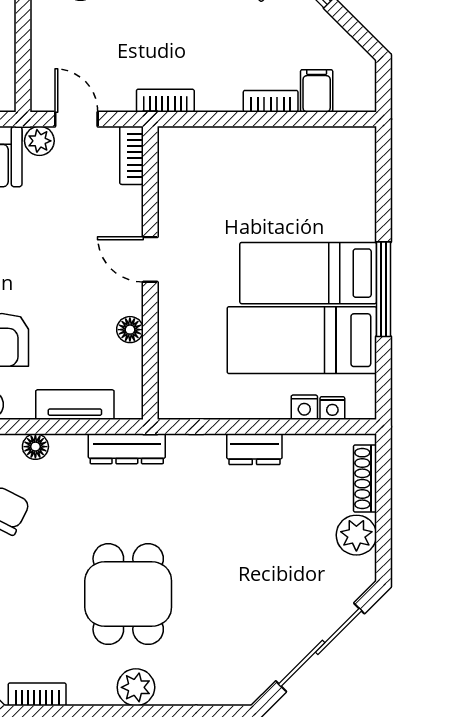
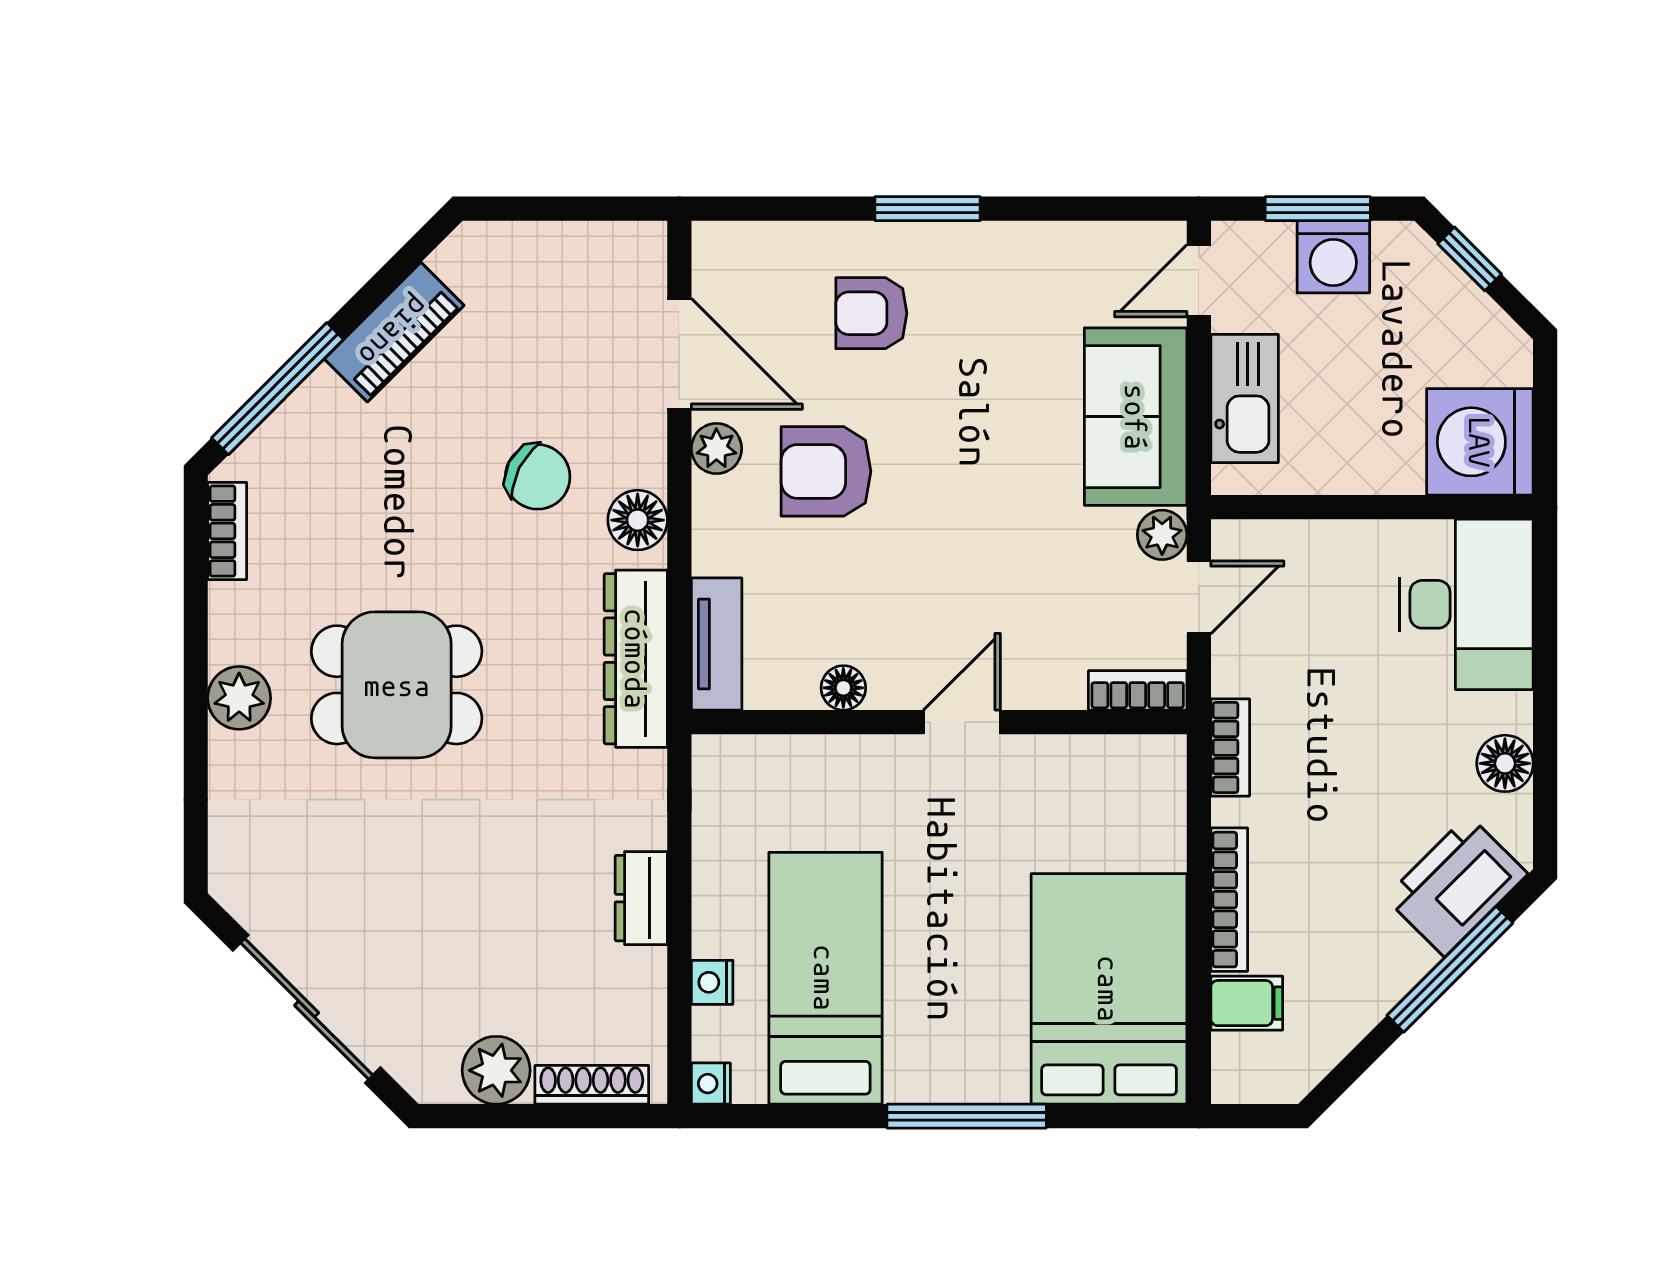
bookcase: (271, 101) -> (1229, 900), width x1.56
bed: (308, 273) -> (1109, 989), moved, width x1.50
window: (384, 289) -> (967, 1116), moved
tv unit: (75, 405) -> (717, 644), moved
nightstand: (332, 408) -> (711, 1084), moved
floor lamp: (35, 447) -> (638, 520), width x1.37, depth x1.37
dresser: (127, 449) -> (636, 659), width x1.37, depth x1.24

